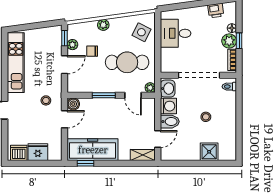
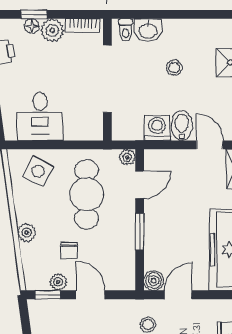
window: (239, 41) -> (34, 14), moved
washbasin: (168, 89) -> (148, 30), moved, turned 180
door: (65, 119) -> (178, 295), hinge flipped

